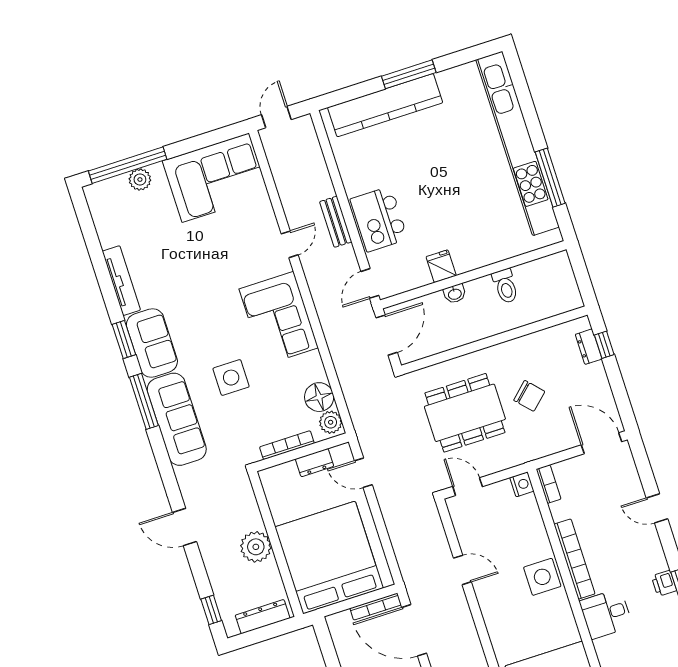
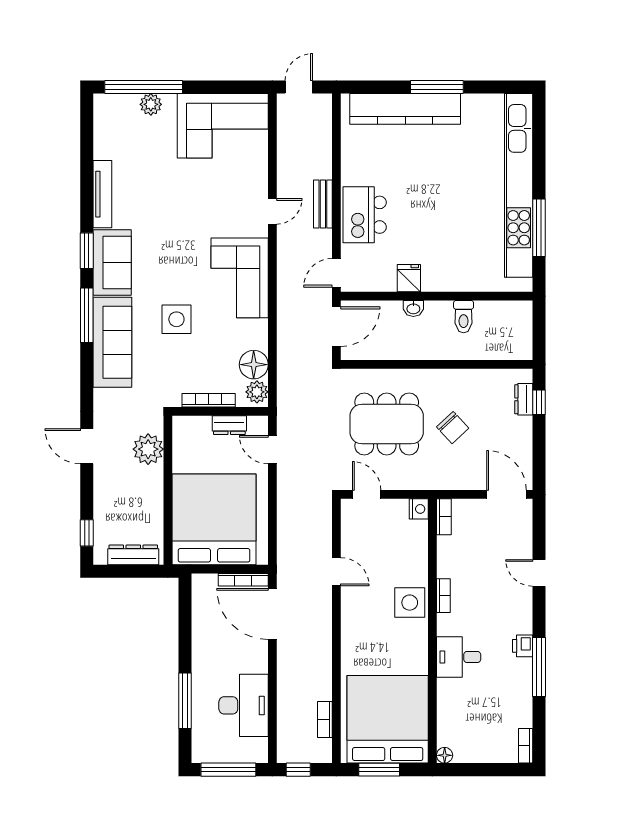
plant: (256, 547) -> (148, 449), moved
bookcase: (574, 559) -> (443, 596), width x0.43, depth x0.76

